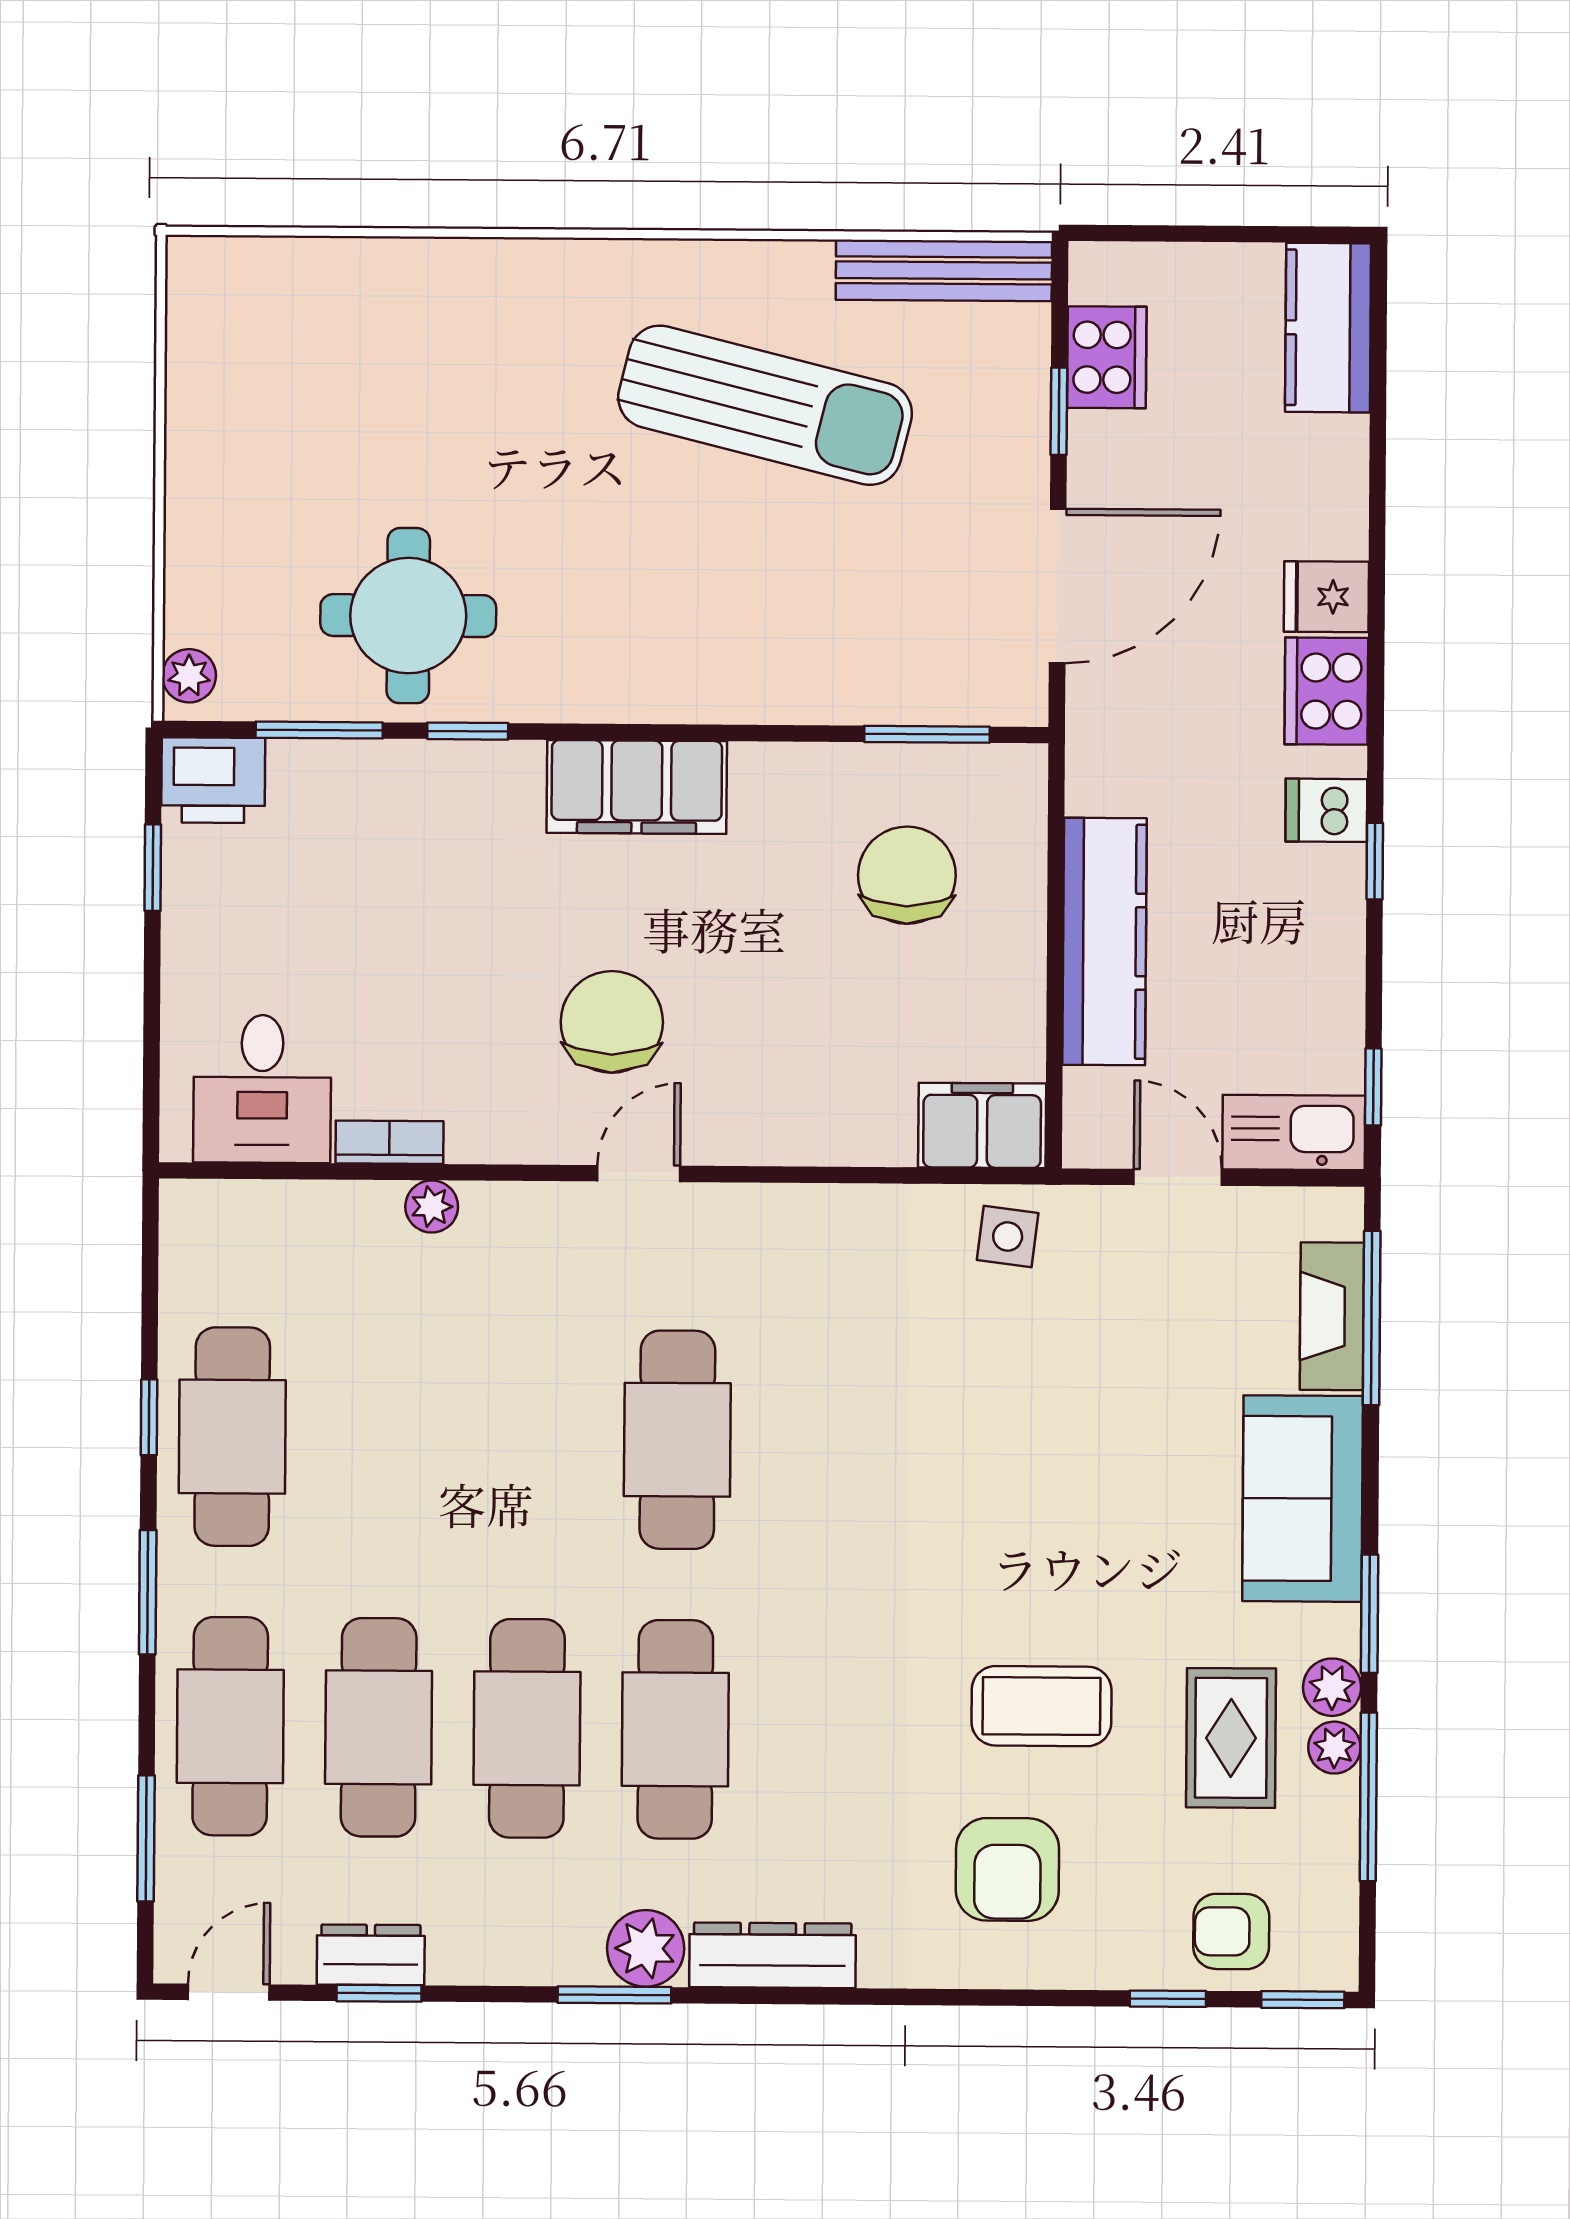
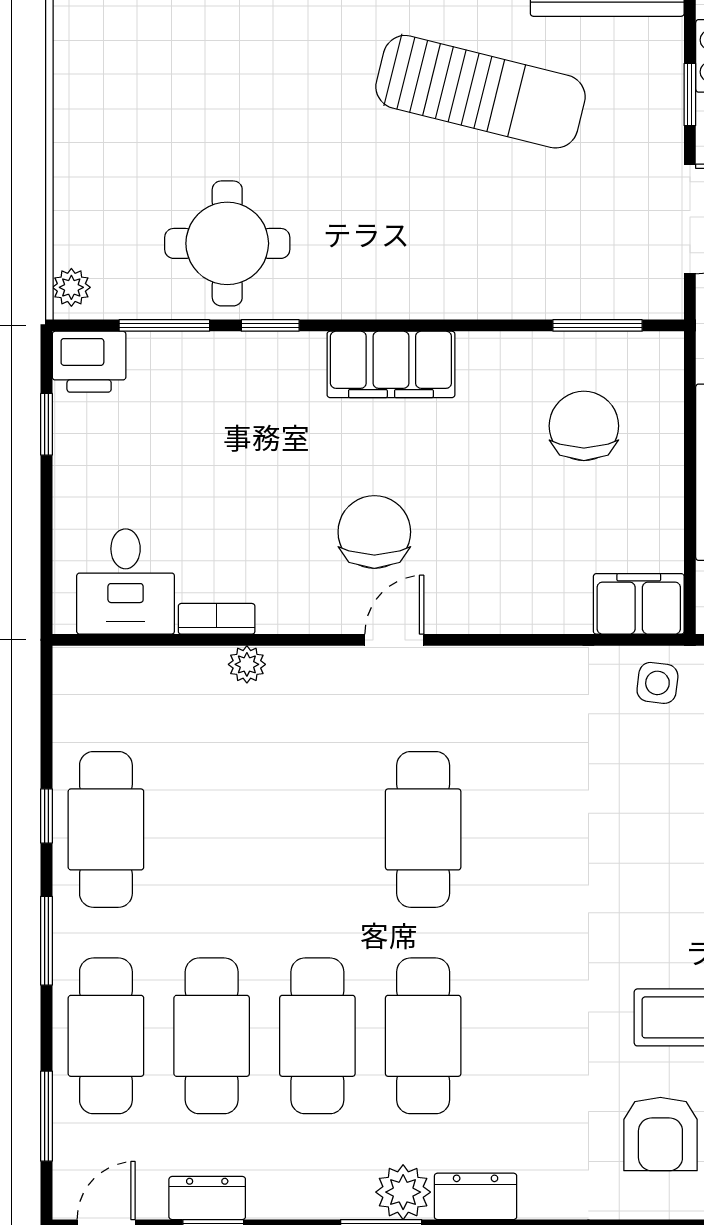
dresser: (773, 1955) -> (476, 1196), width x0.70

